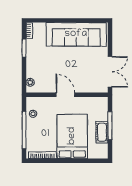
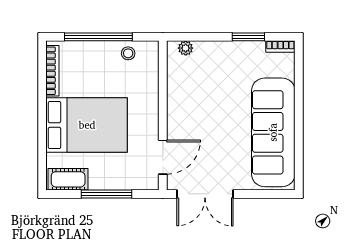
door: (65, 95) -> (163, 157), moved
cot: (102, 132) -> (68, 179), moved

